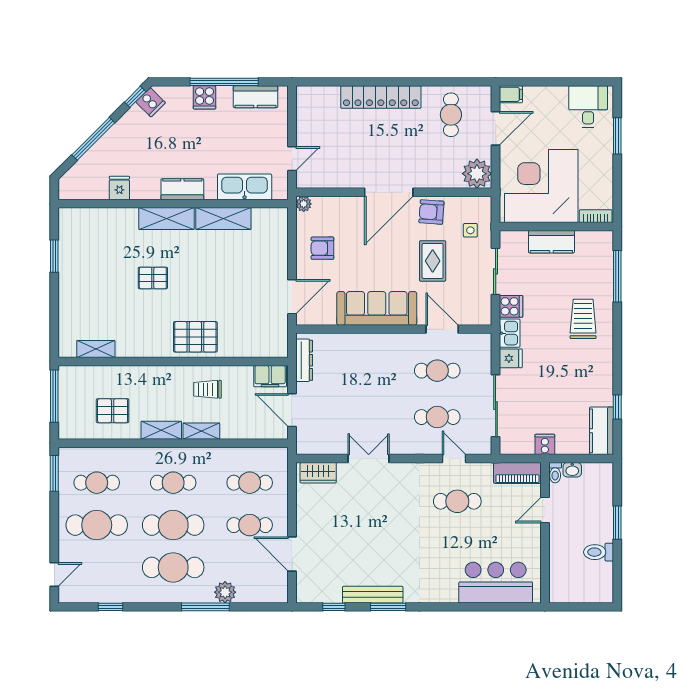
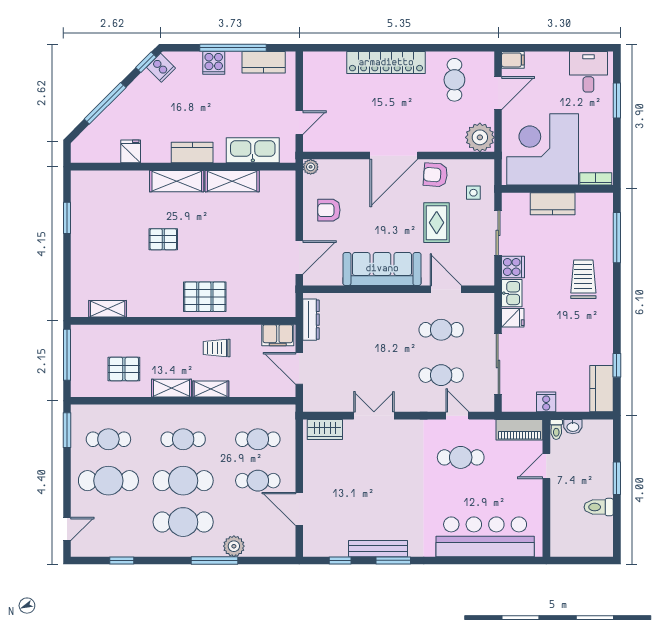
bar counter: (496, 583) -> (485, 537), width x1.36

